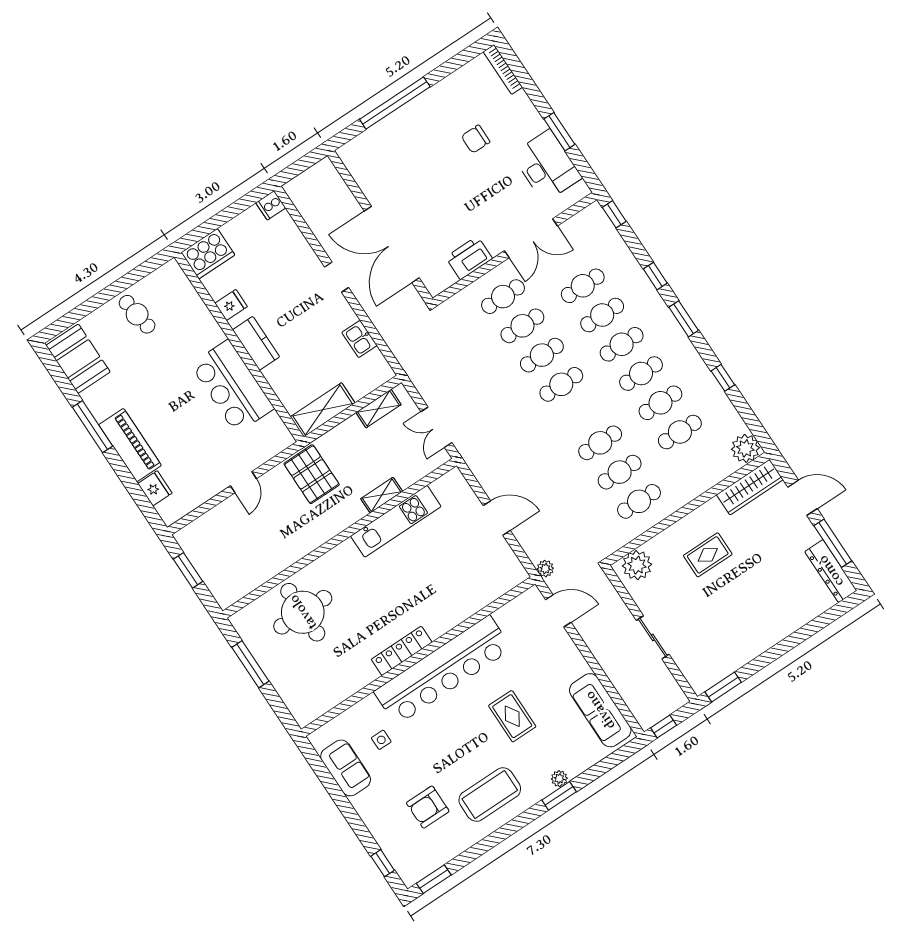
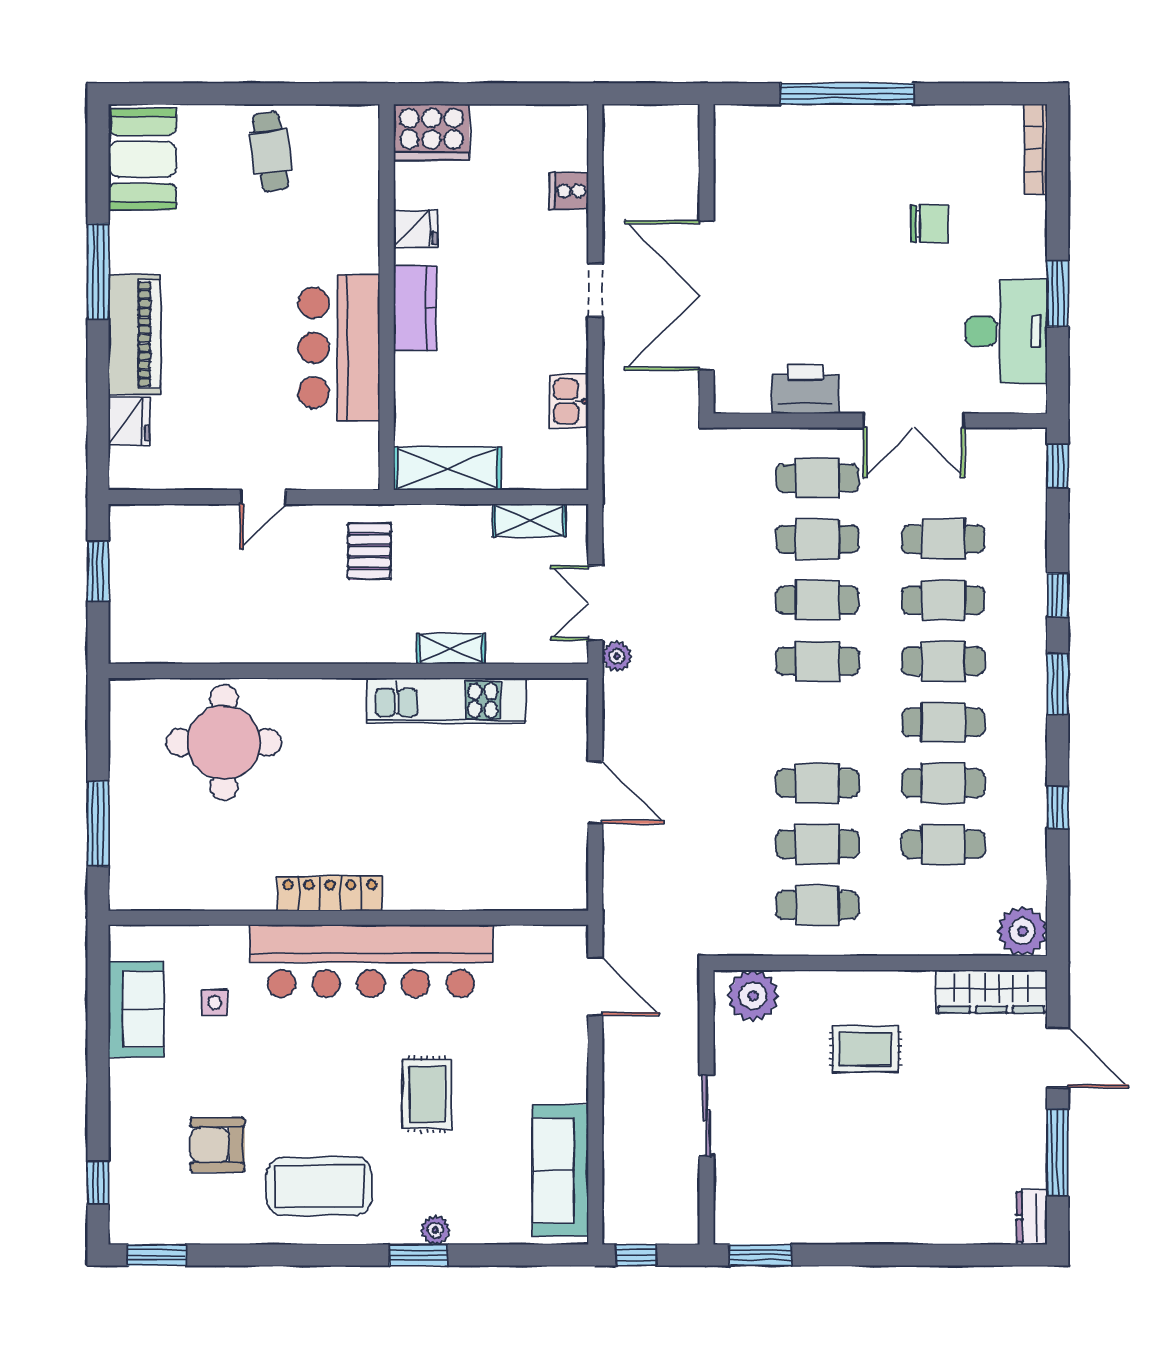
chair: (476, 139) -> (929, 224), turned 180
cooker: (271, 205) -> (569, 191), moved
pallet: (312, 474) -> (369, 551), width x0.67, depth x0.71
plant: (545, 569) -> (617, 656), moved
dresser: (831, 571) -> (1032, 1217), width x0.51, depth x0.80
window: (250, 664) -> (98, 824), moved

